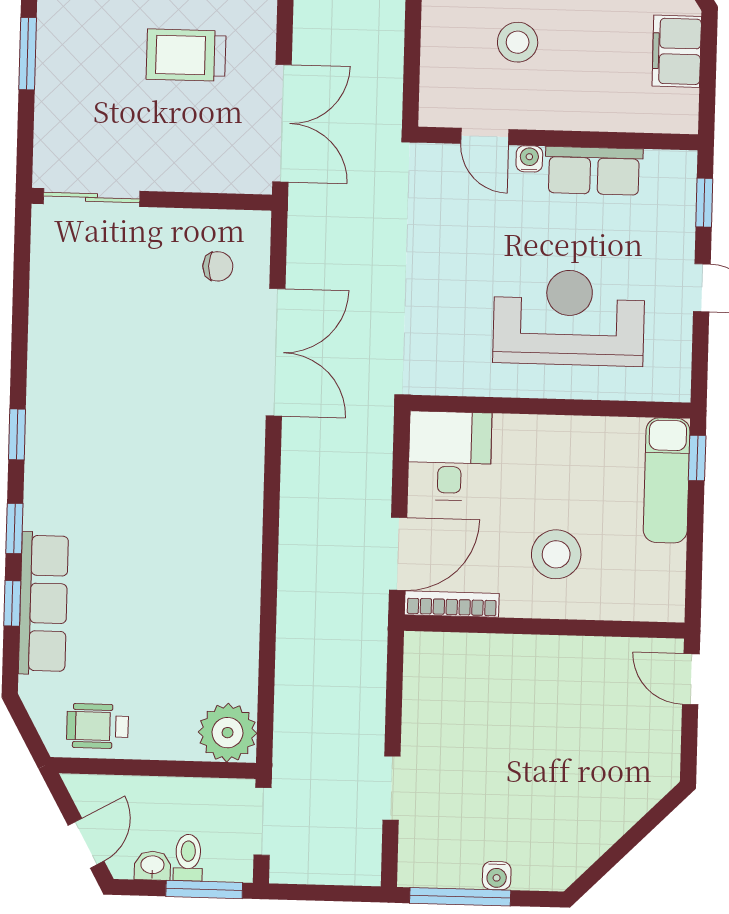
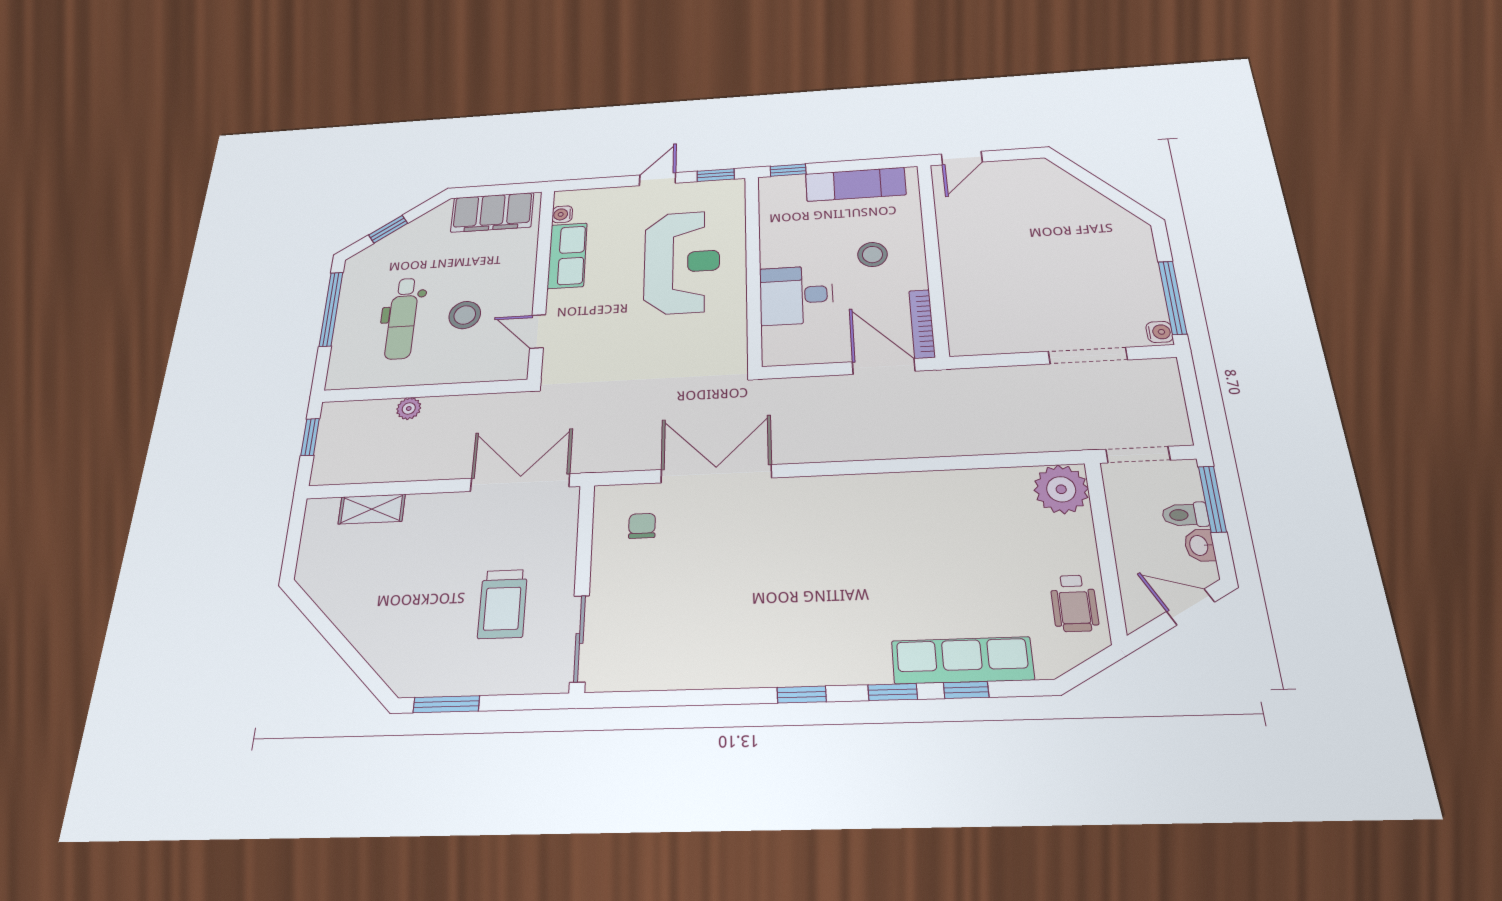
filing cabinet: (677, 51) -> (492, 212), width x1.50, depth x1.17
trolley: (186, 55) -> (503, 604), moved
door: (485, 136) -> (538, 332), swing flipped
water cooler: (529, 159) -> (562, 214), moved
window: (704, 203) -> (716, 175), moved
reception desk: (569, 317) -> (682, 262), turned 180
desk: (450, 456) -> (796, 295), moved
exam couch: (667, 480) -> (856, 184), moved
stool: (556, 554) -> (872, 254), width x0.73, depth x0.73
doorway: (392, 788) -> (1088, 356), width x1.38
water cooler: (497, 876) -> (1159, 332), moved

